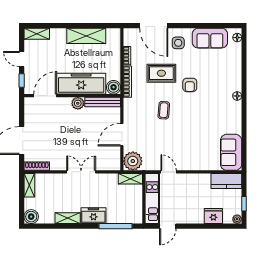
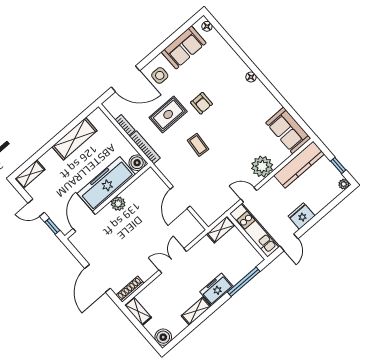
bench: (103, 102) -> (139, 184), removed
plant: (133, 161) -> (262, 167), moved
kitchen counter: (226, 181) -> (299, 165), width x1.50
fridge: (213, 216) -> (302, 216), moved

